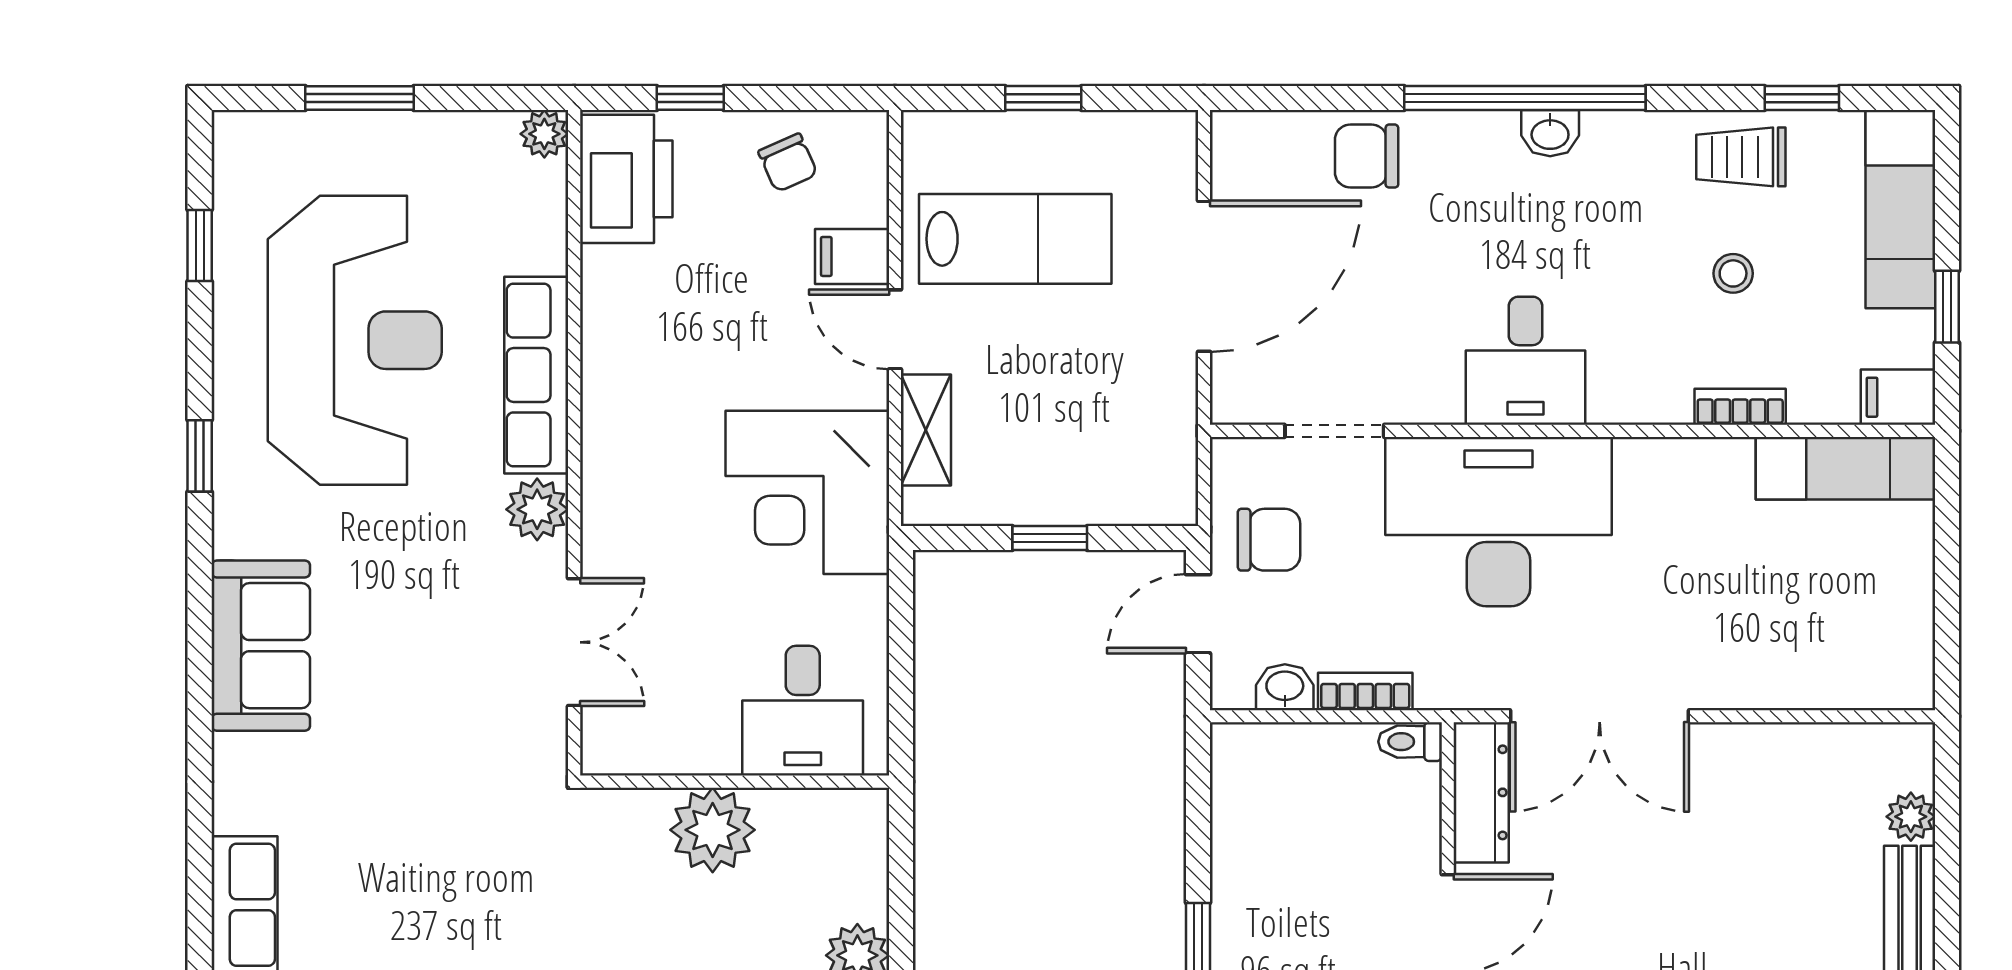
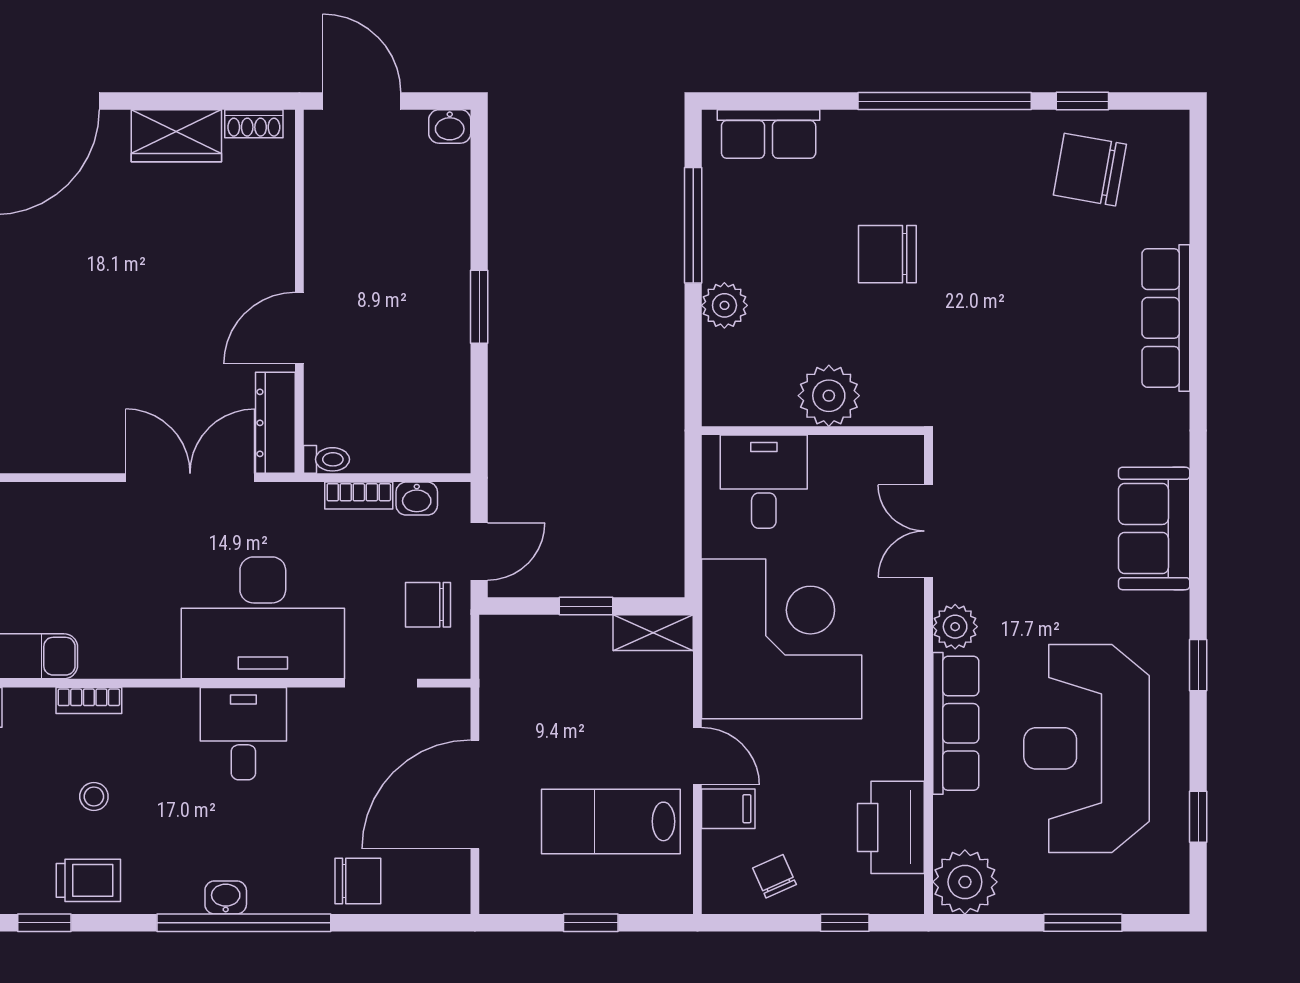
plant: (544, 134) -> (965, 882), width x1.88, depth x1.88
printer: (626, 179) -> (891, 827), moved
shelving: (926, 430) -> (653, 633), moved, turned 90
corner desk: (807, 492) -> (782, 639), width x1.36, depth x1.36

